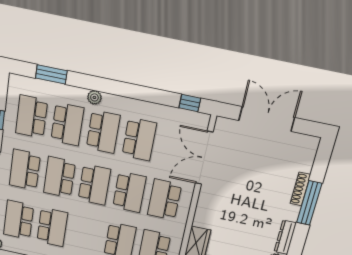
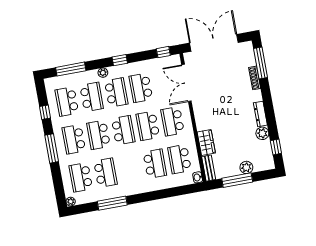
window: (51, 74) -> (71, 69), width x1.44
window: (124, 89) -> (120, 60), added
double door: (267, 119) -> (214, 43), width x1.36
school desk: (139, 139) -> (141, 88), turned 180
school desk: (129, 192) -> (148, 126), turned 180
window: (309, 203) -> (261, 63), moved

